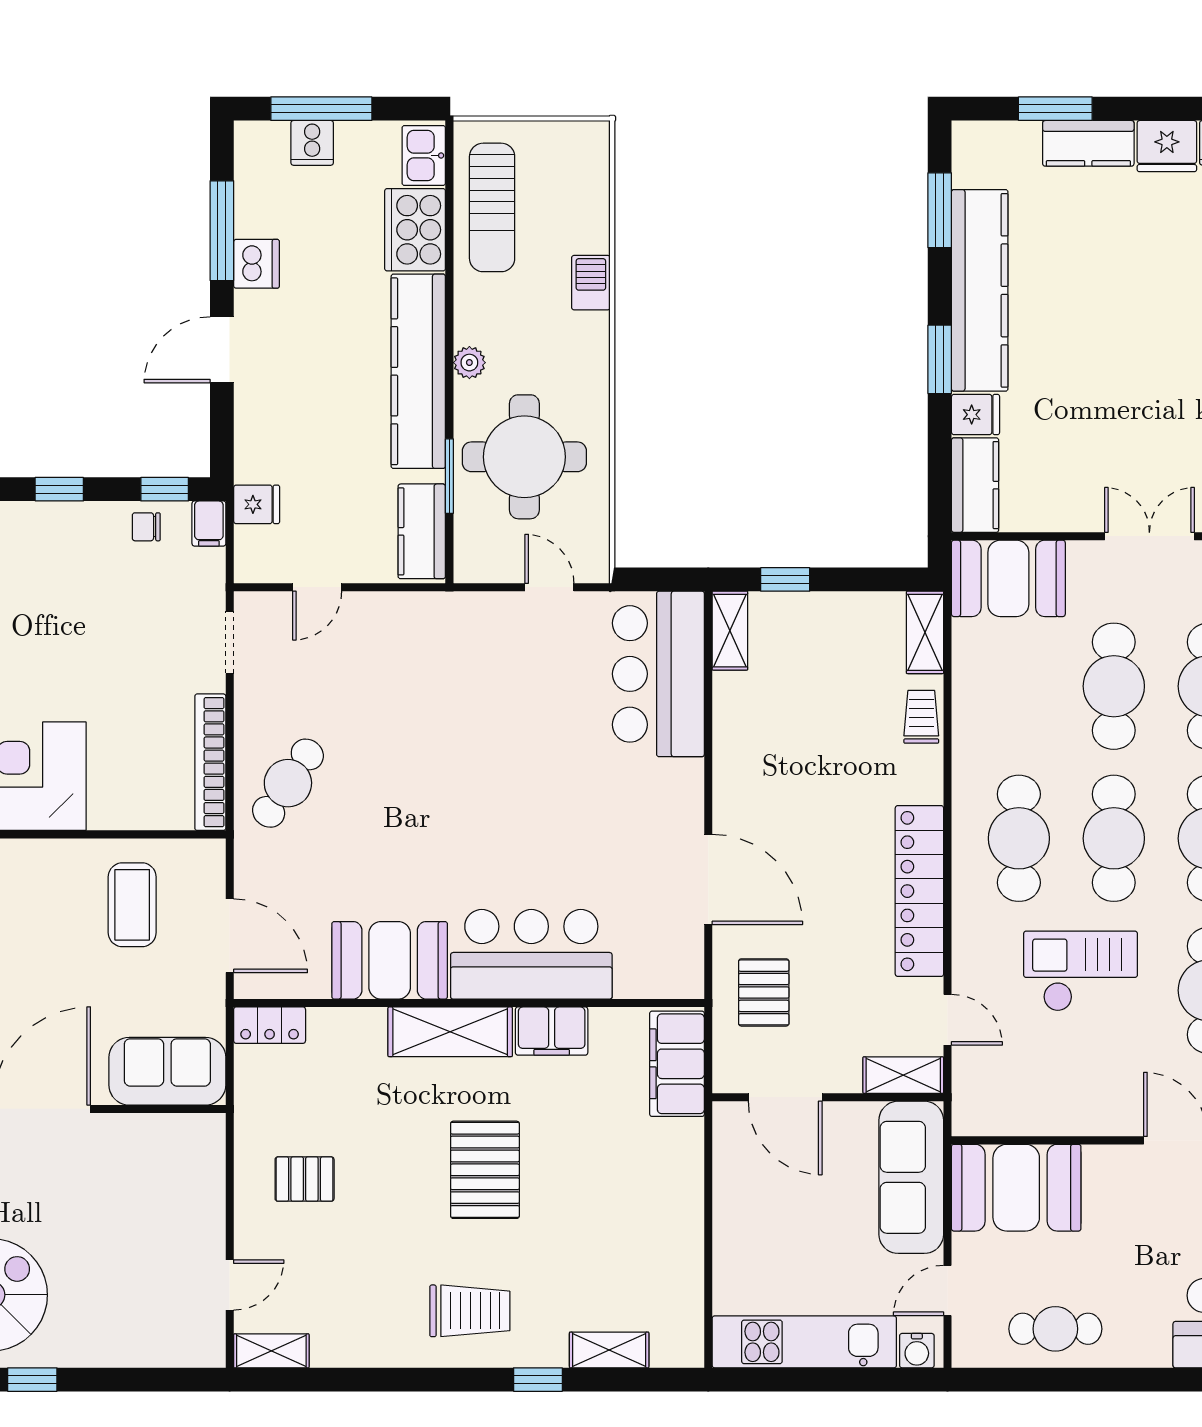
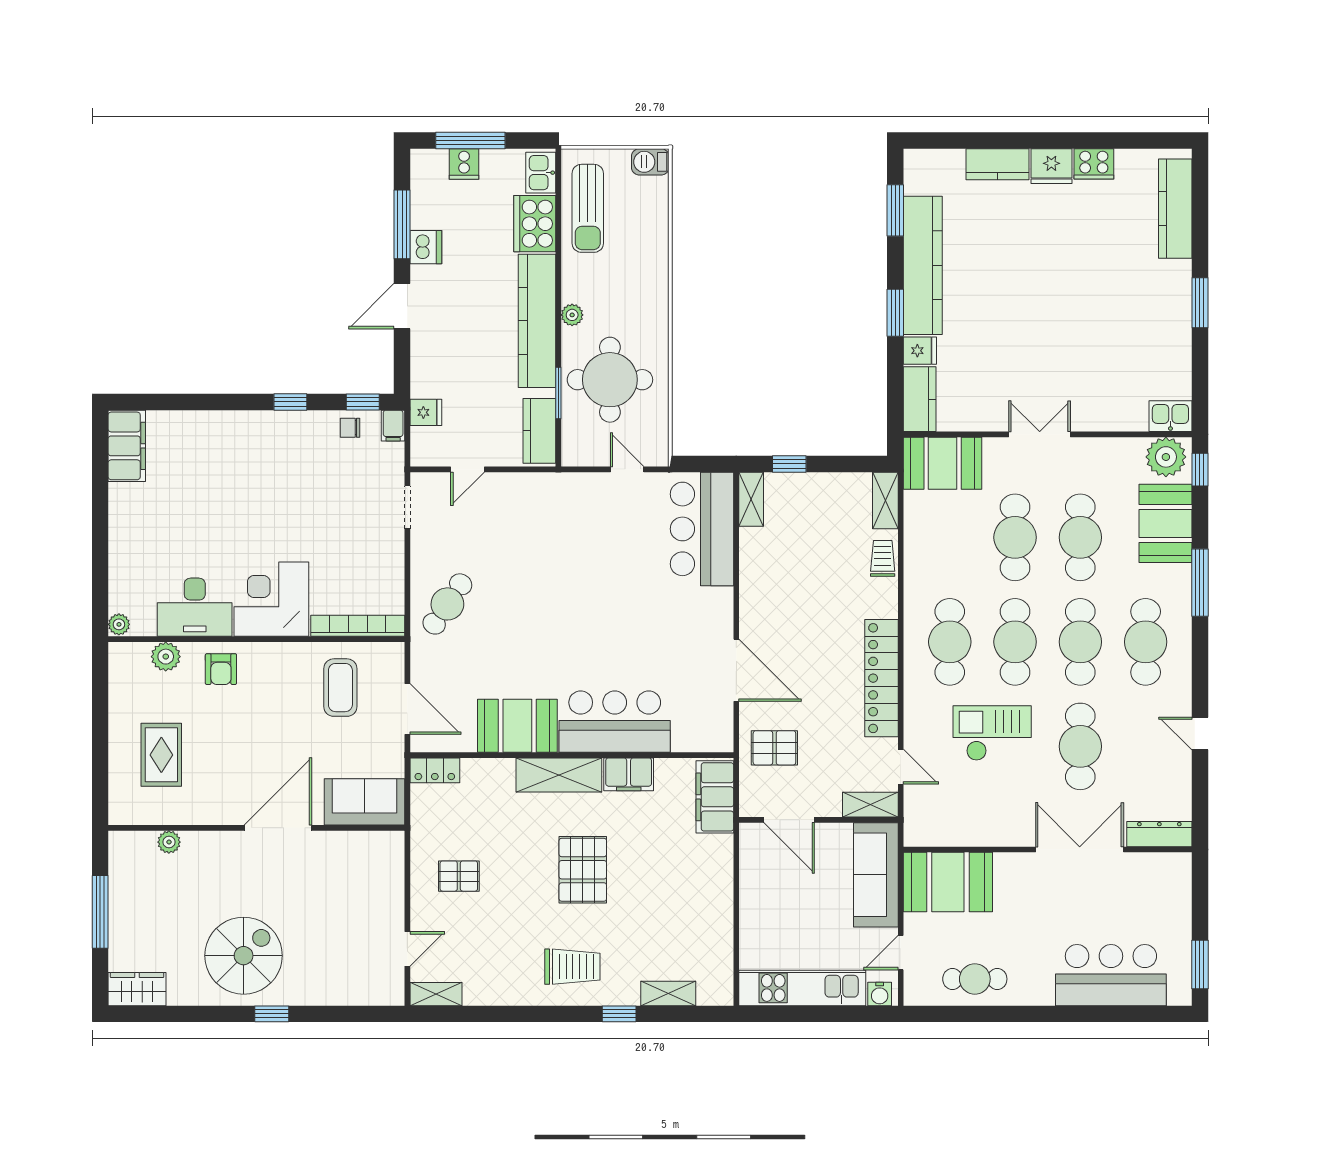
window: (1055, 109) -> (975, 140), removed
barbecue: (591, 283) -> (650, 162), moved, turned -90
bookcase: (210, 762) -> (358, 626), moved, turned 90
pallet: (764, 992) -> (774, 748), turned 90

